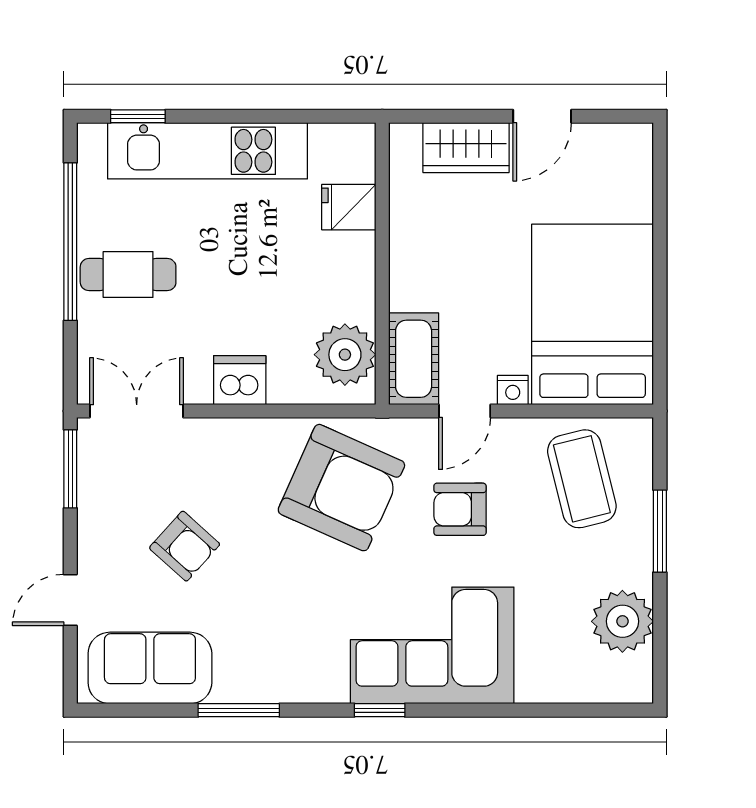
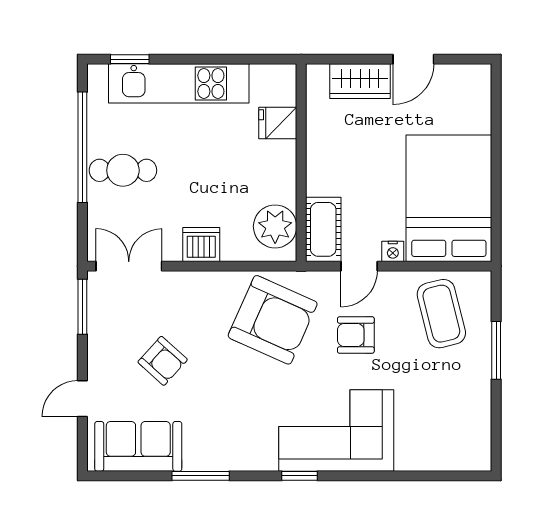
plant: (622, 621) -> (470, 414), removed

